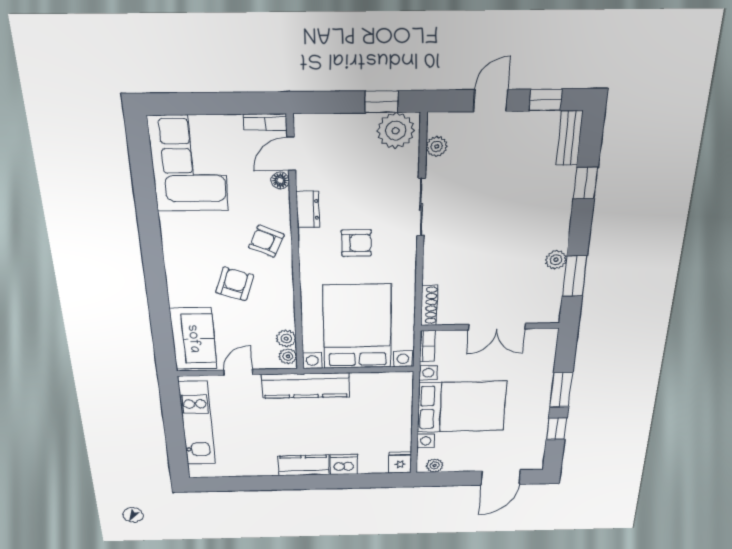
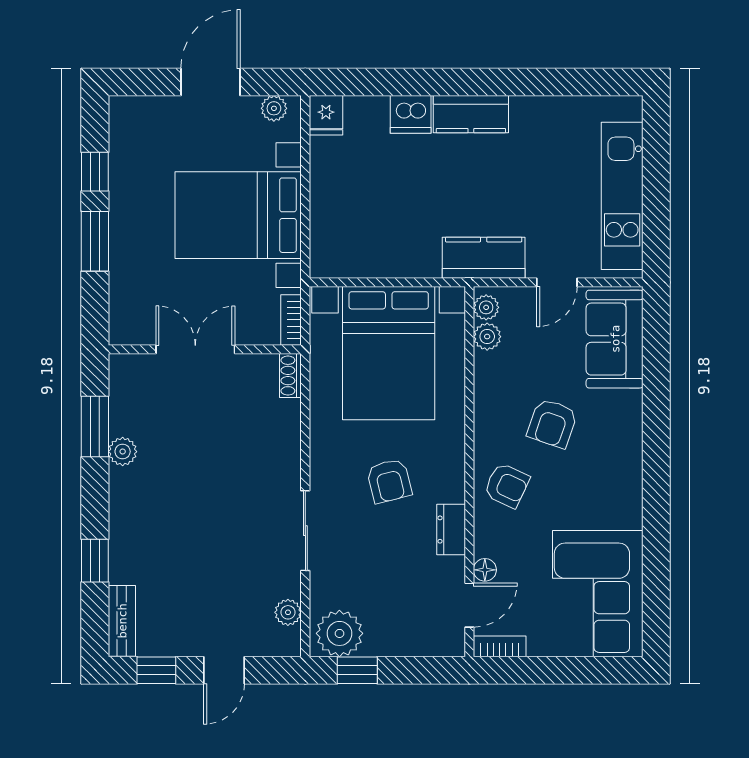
armchair: (356, 243) -> (389, 481), turned -104
shoe rack: (429, 305) -> (290, 376), width x0.70
kitchen counter: (306, 386) -> (484, 258), width x0.67
door: (501, 478) -> (210, 82), moved

